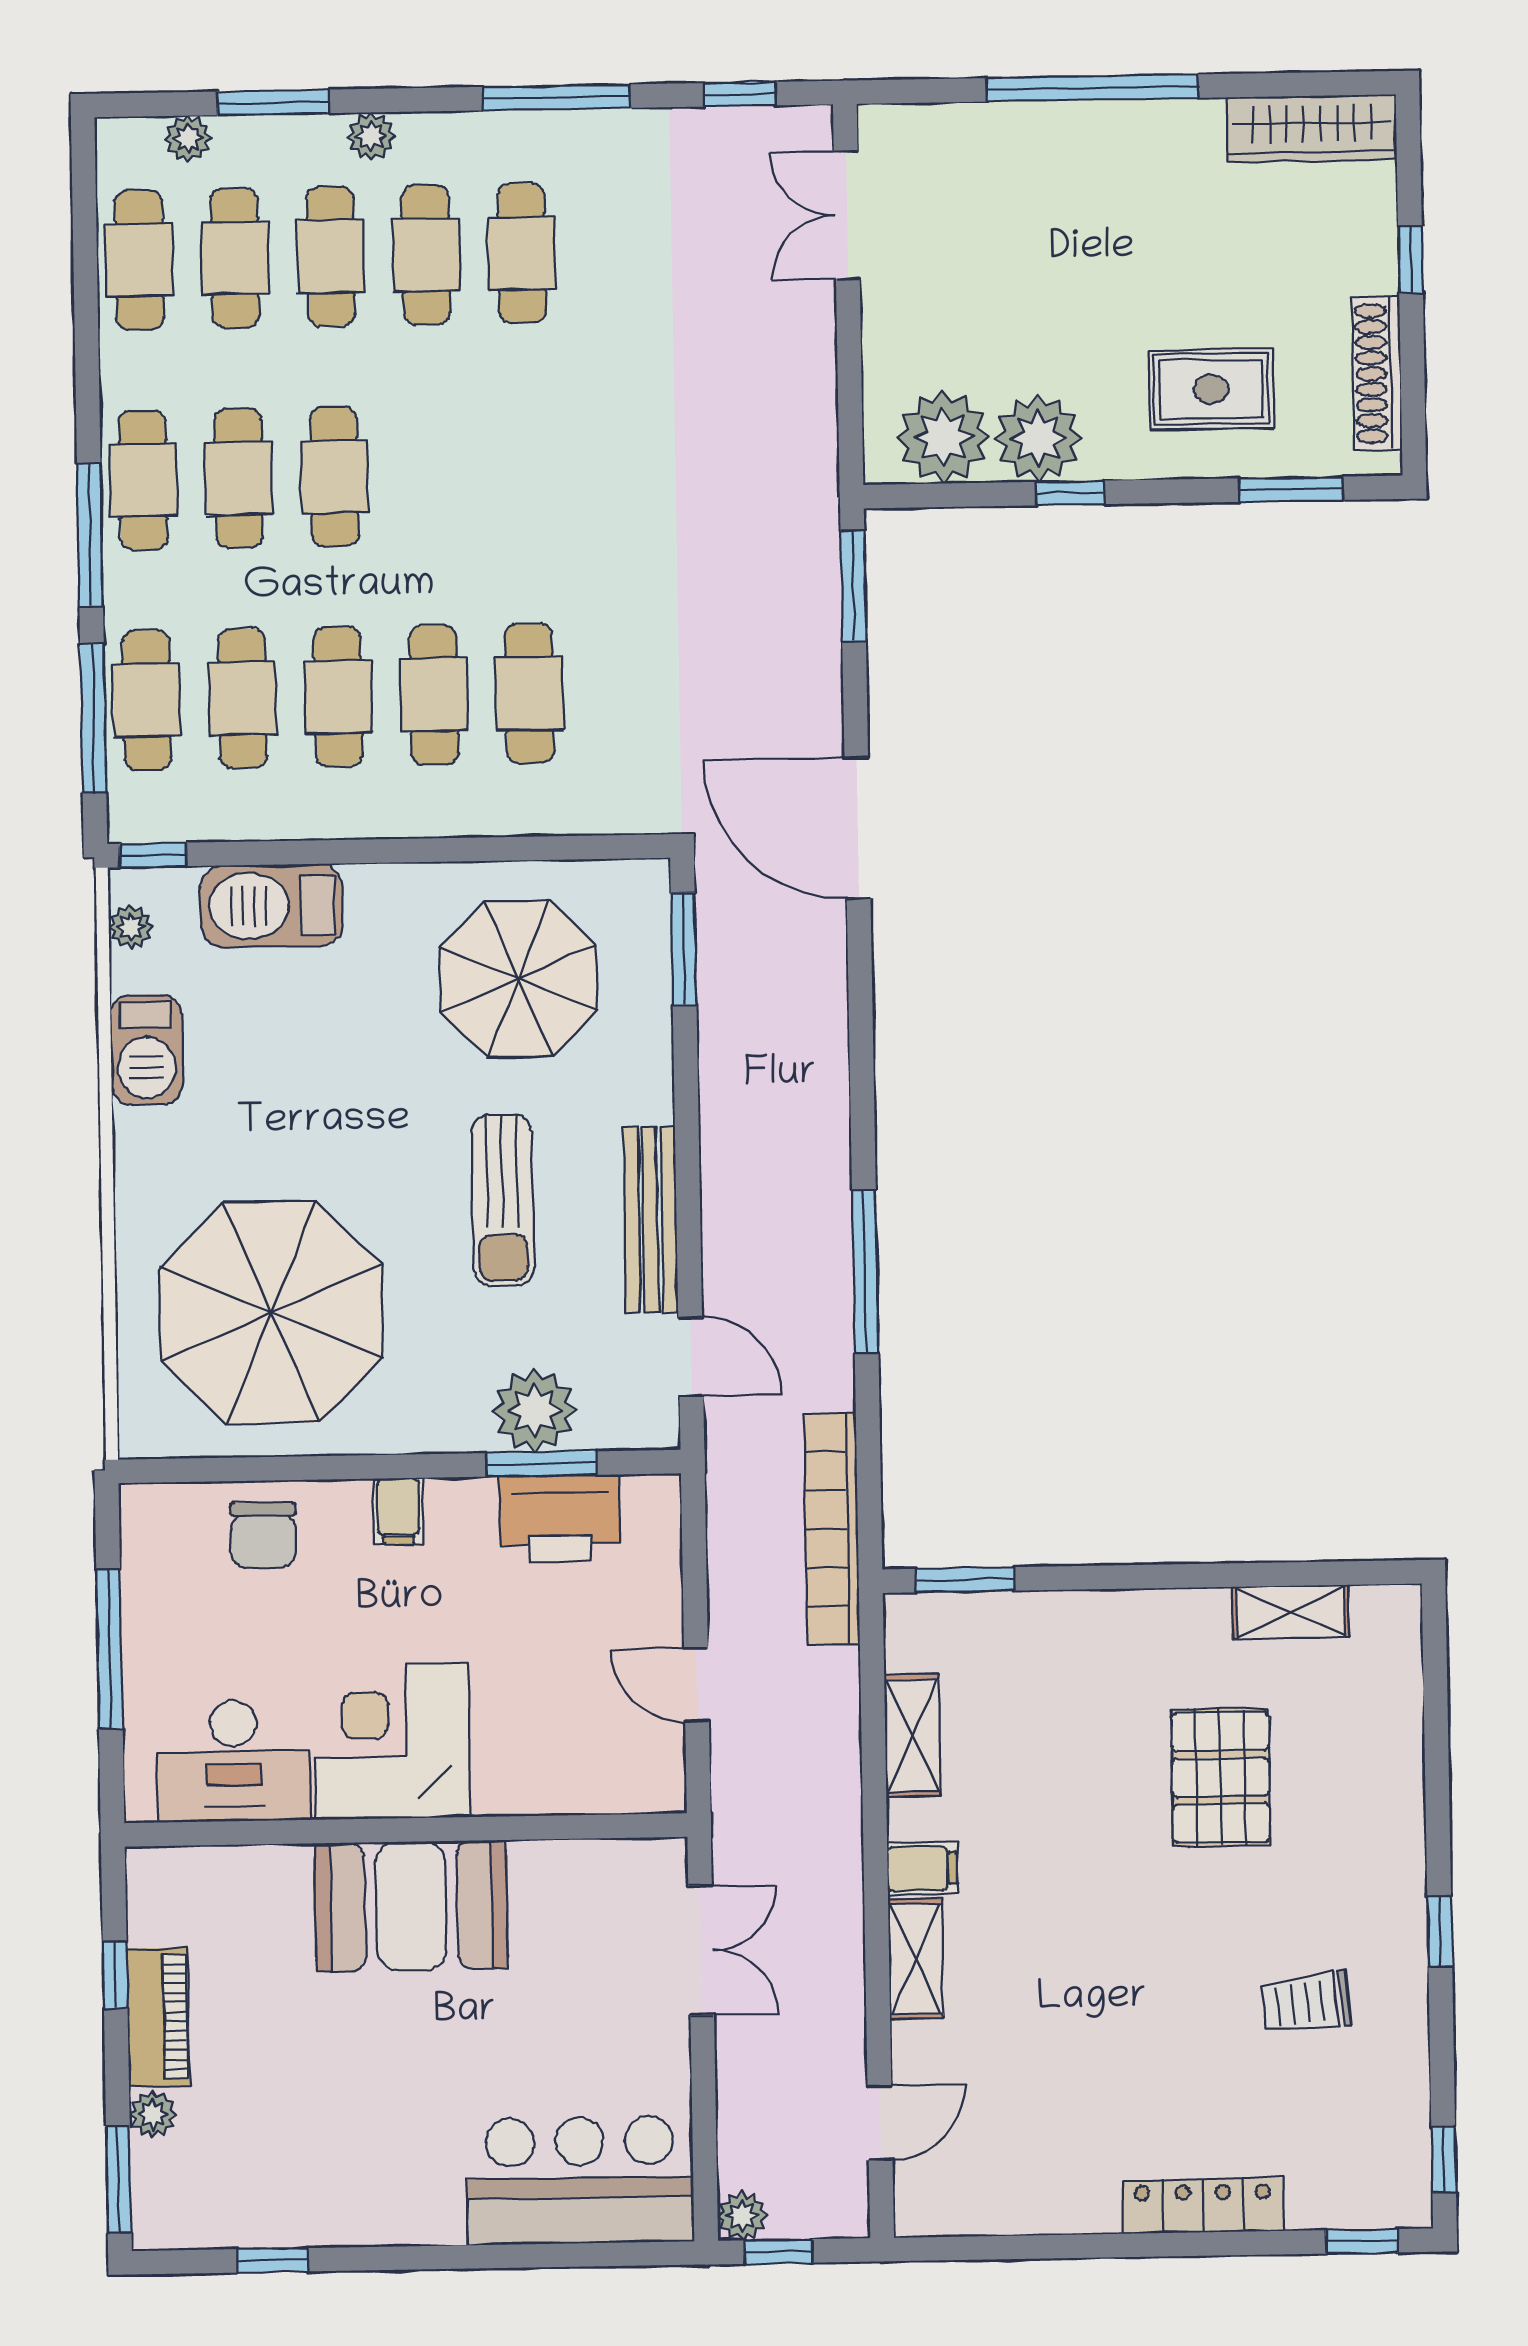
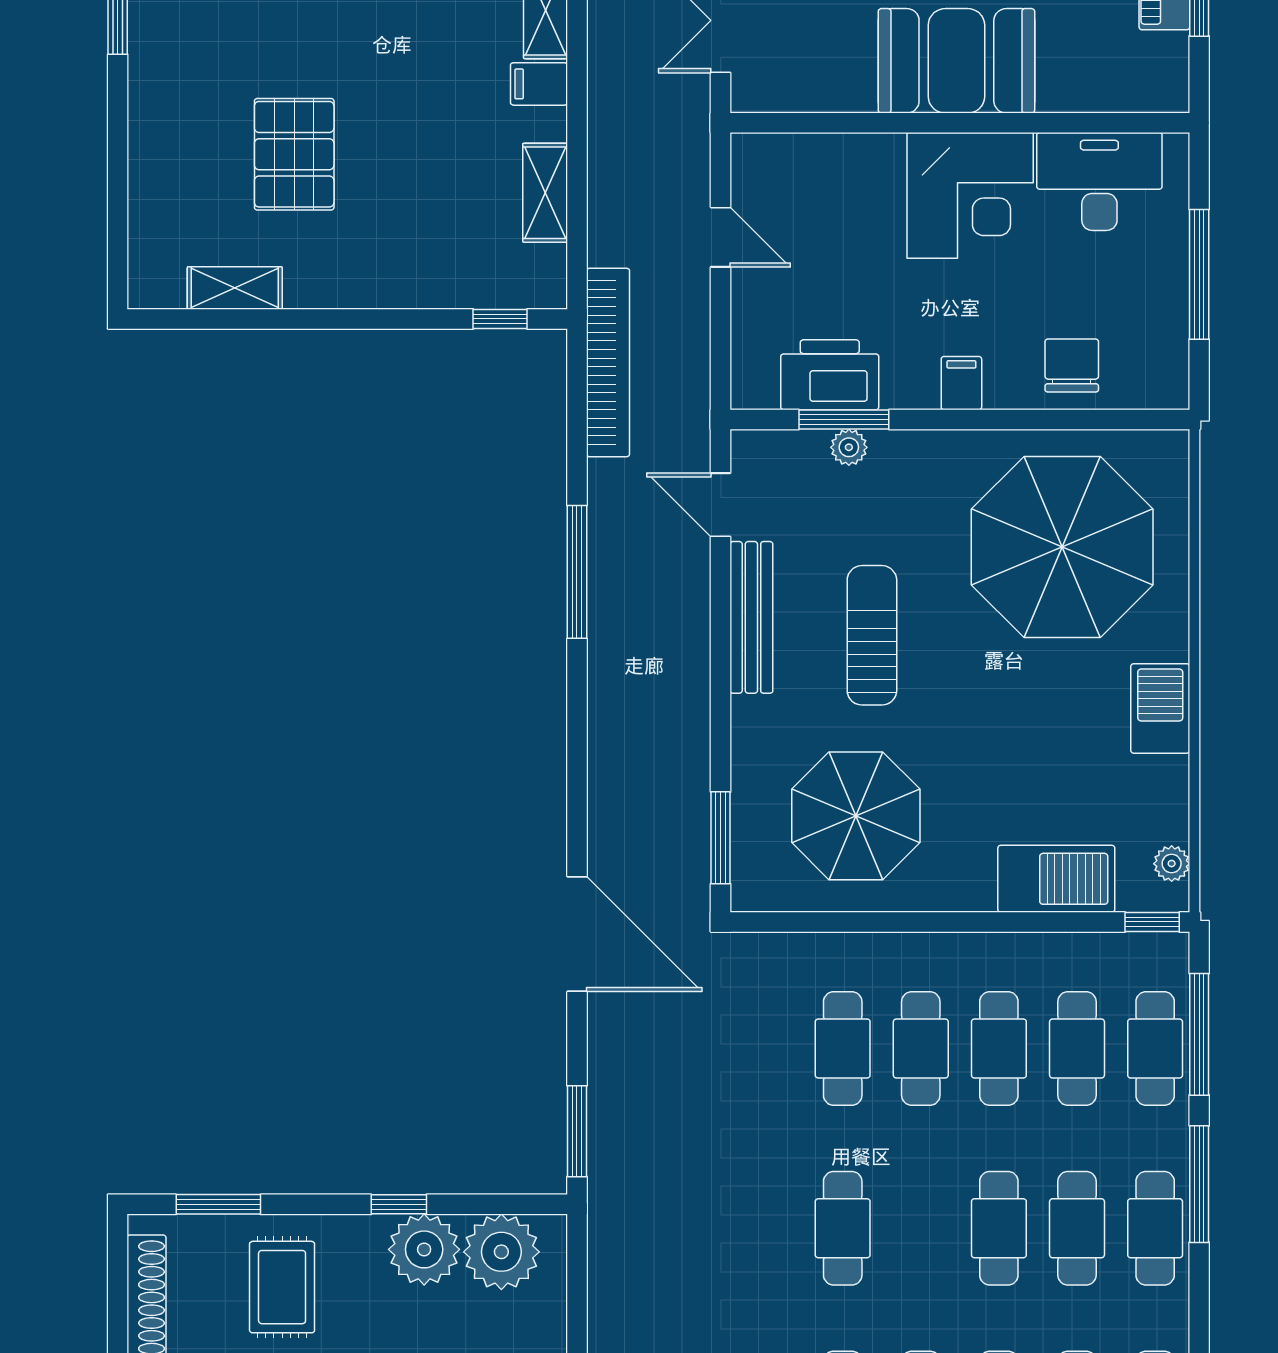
rug: (1211, 389) -> (282, 1287), turned 90
cafe table: (526, 473) -> (843, 1228), added
barbecue: (147, 1050) -> (1160, 708), moved
plant: (535, 1411) -> (849, 447), width x0.53, depth x0.53
window: (965, 1580) -> (500, 319), width x0.67

